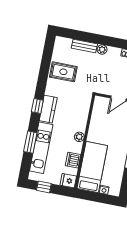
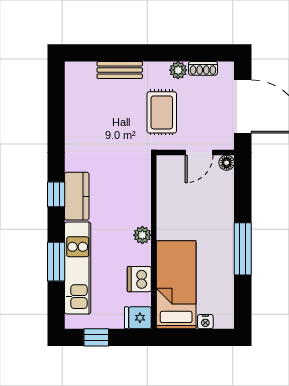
plant: (102, 49) -> (178, 70), moved
rug: (63, 72) -> (162, 112), moved, turned 90

